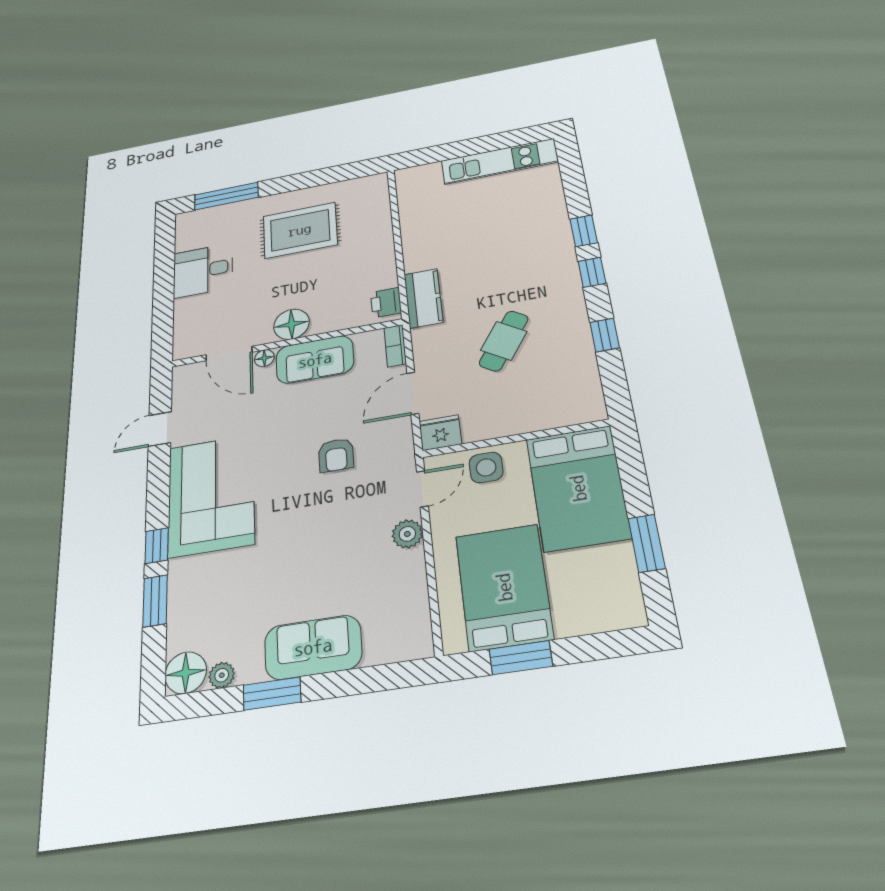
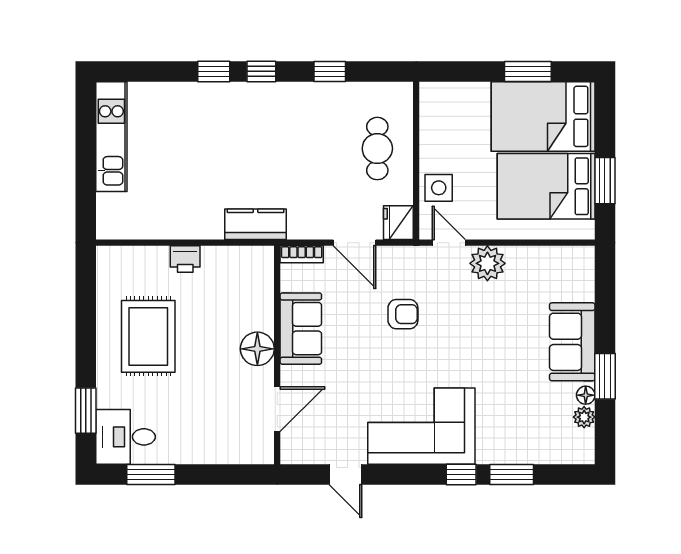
window: (226, 196) -> (86, 411), width x0.69
window: (164, 259) -> (151, 474), added
desk: (203, 270) -> (125, 437), moved, turned 90
printer: (386, 302) -> (185, 259), moved
cafe table: (504, 341) -> (377, 149), moved, turned 57
floor lamp: (264, 358) -> (289, 376), removed
bed: (578, 488) -> (543, 116), moved, turned 180
plant: (407, 534) -> (487, 263), width x1.36, depth x1.36
floor lamp: (186, 673) -> (586, 395), moved, width x0.53, depth x0.53

